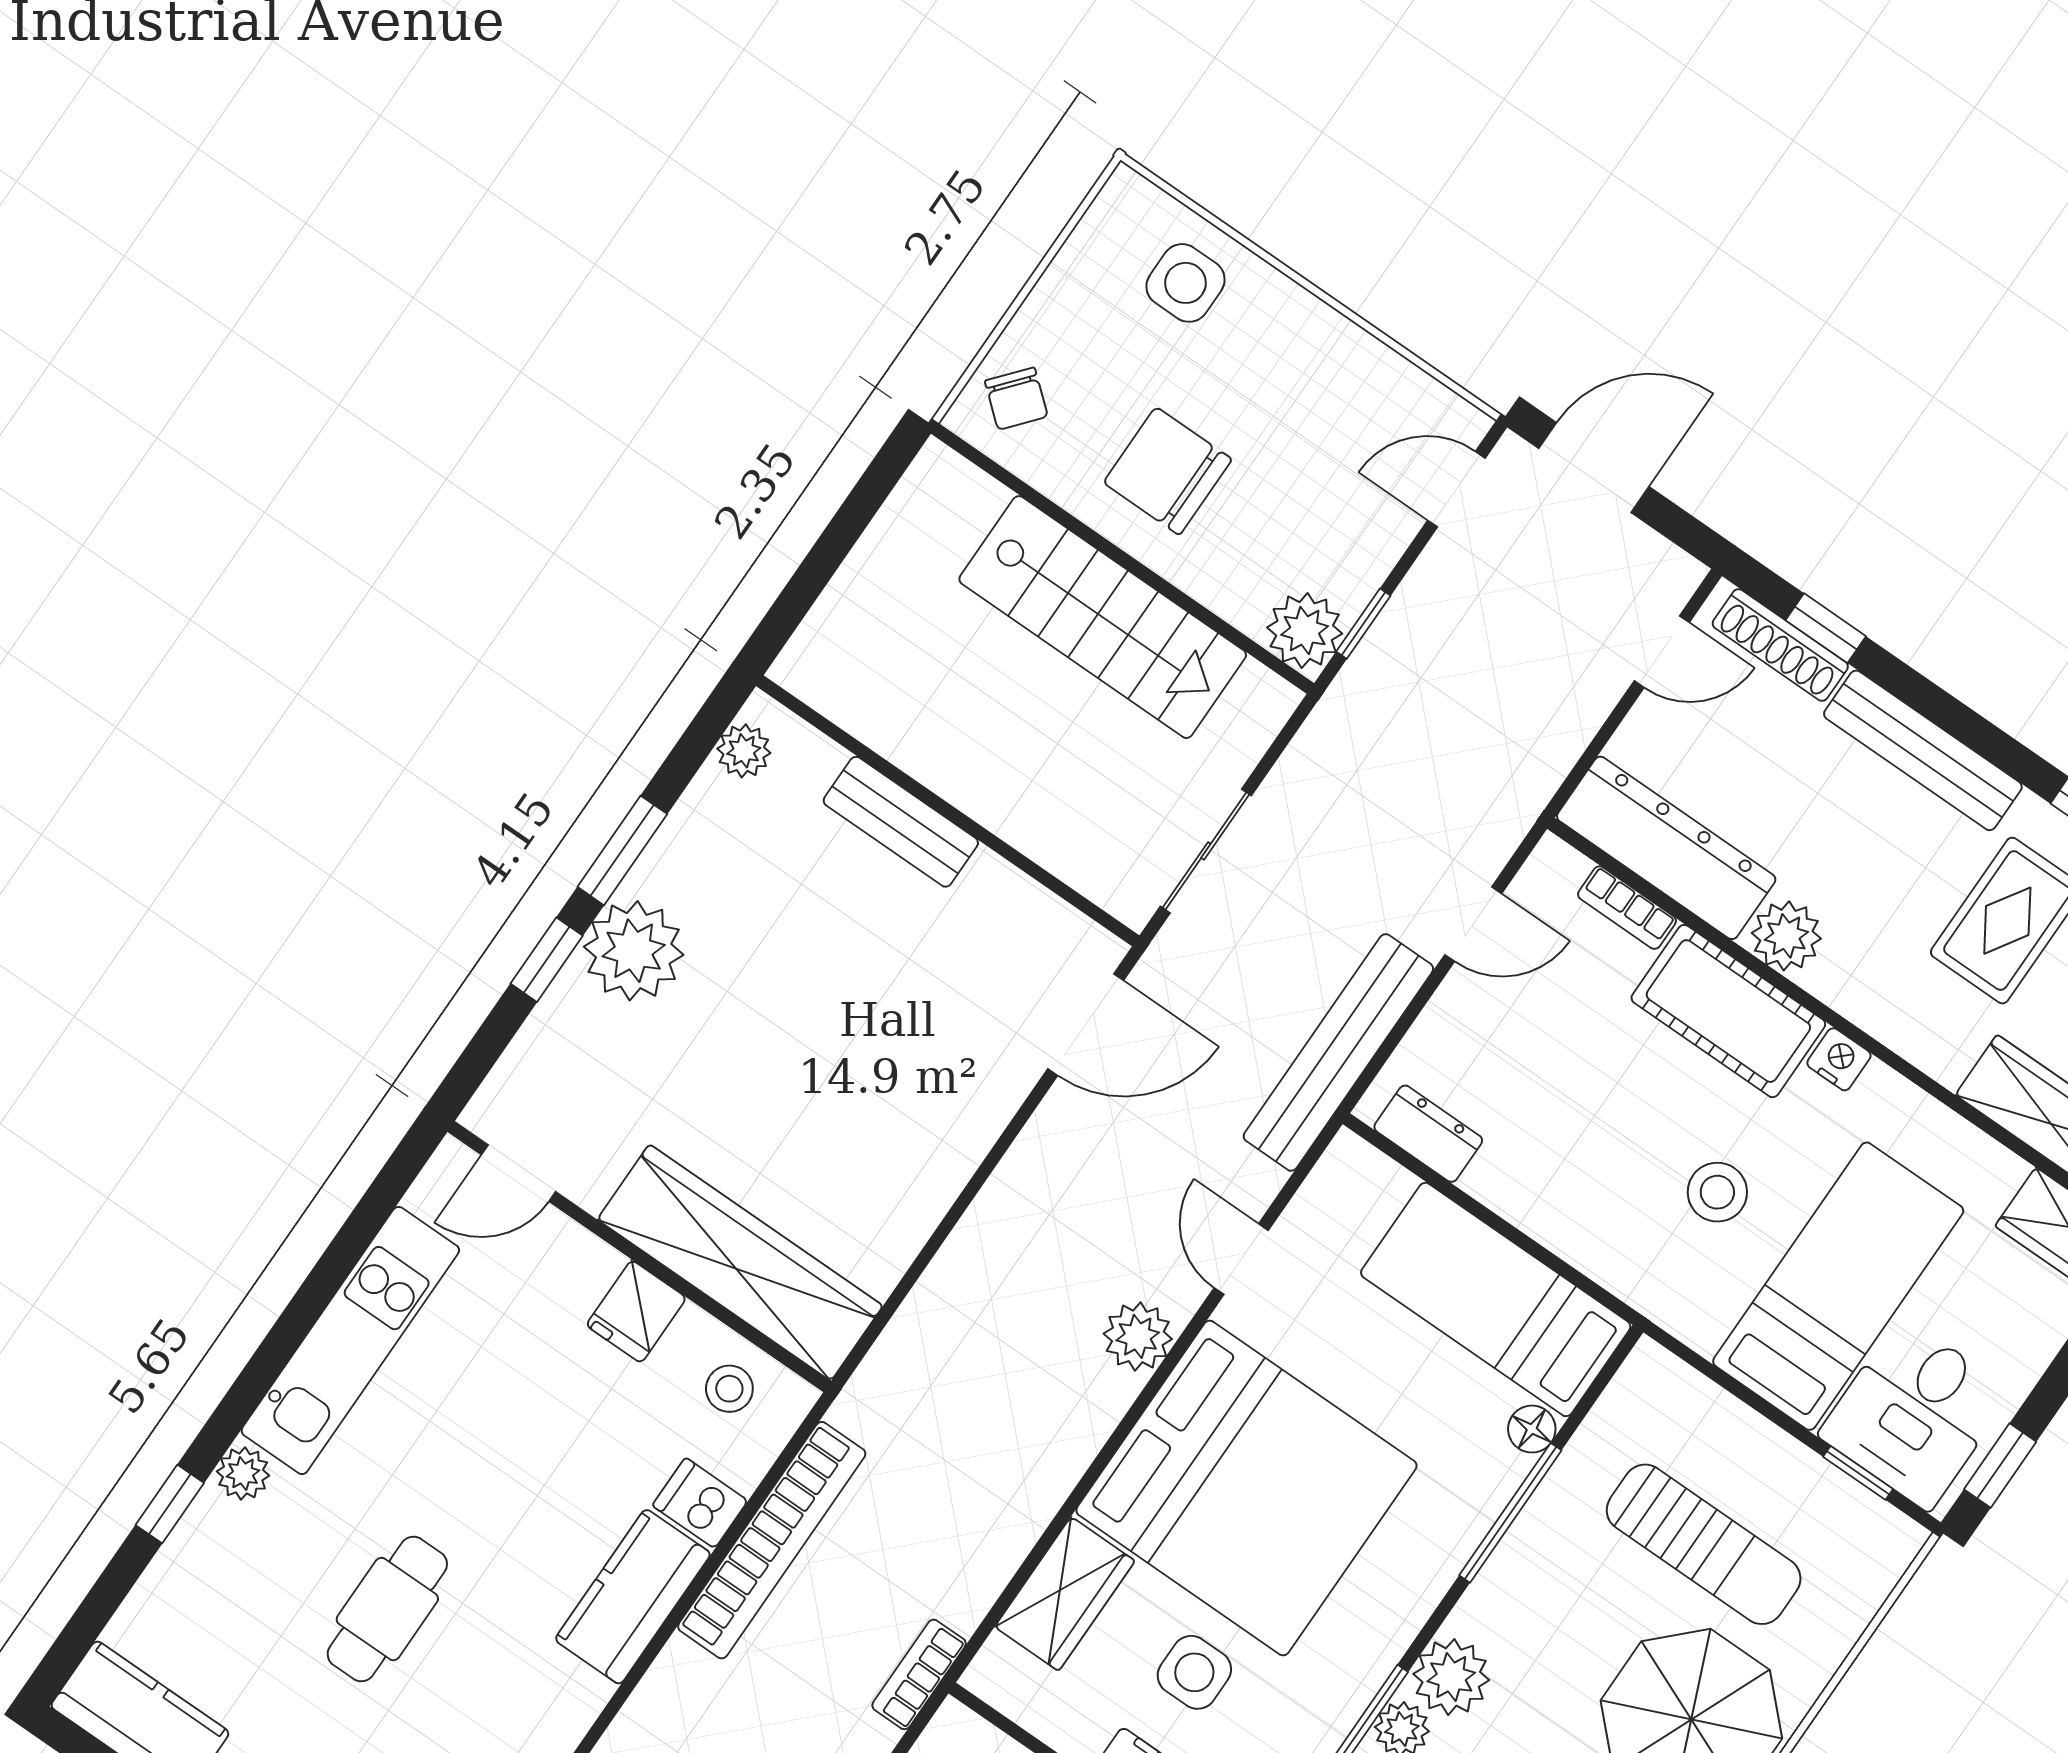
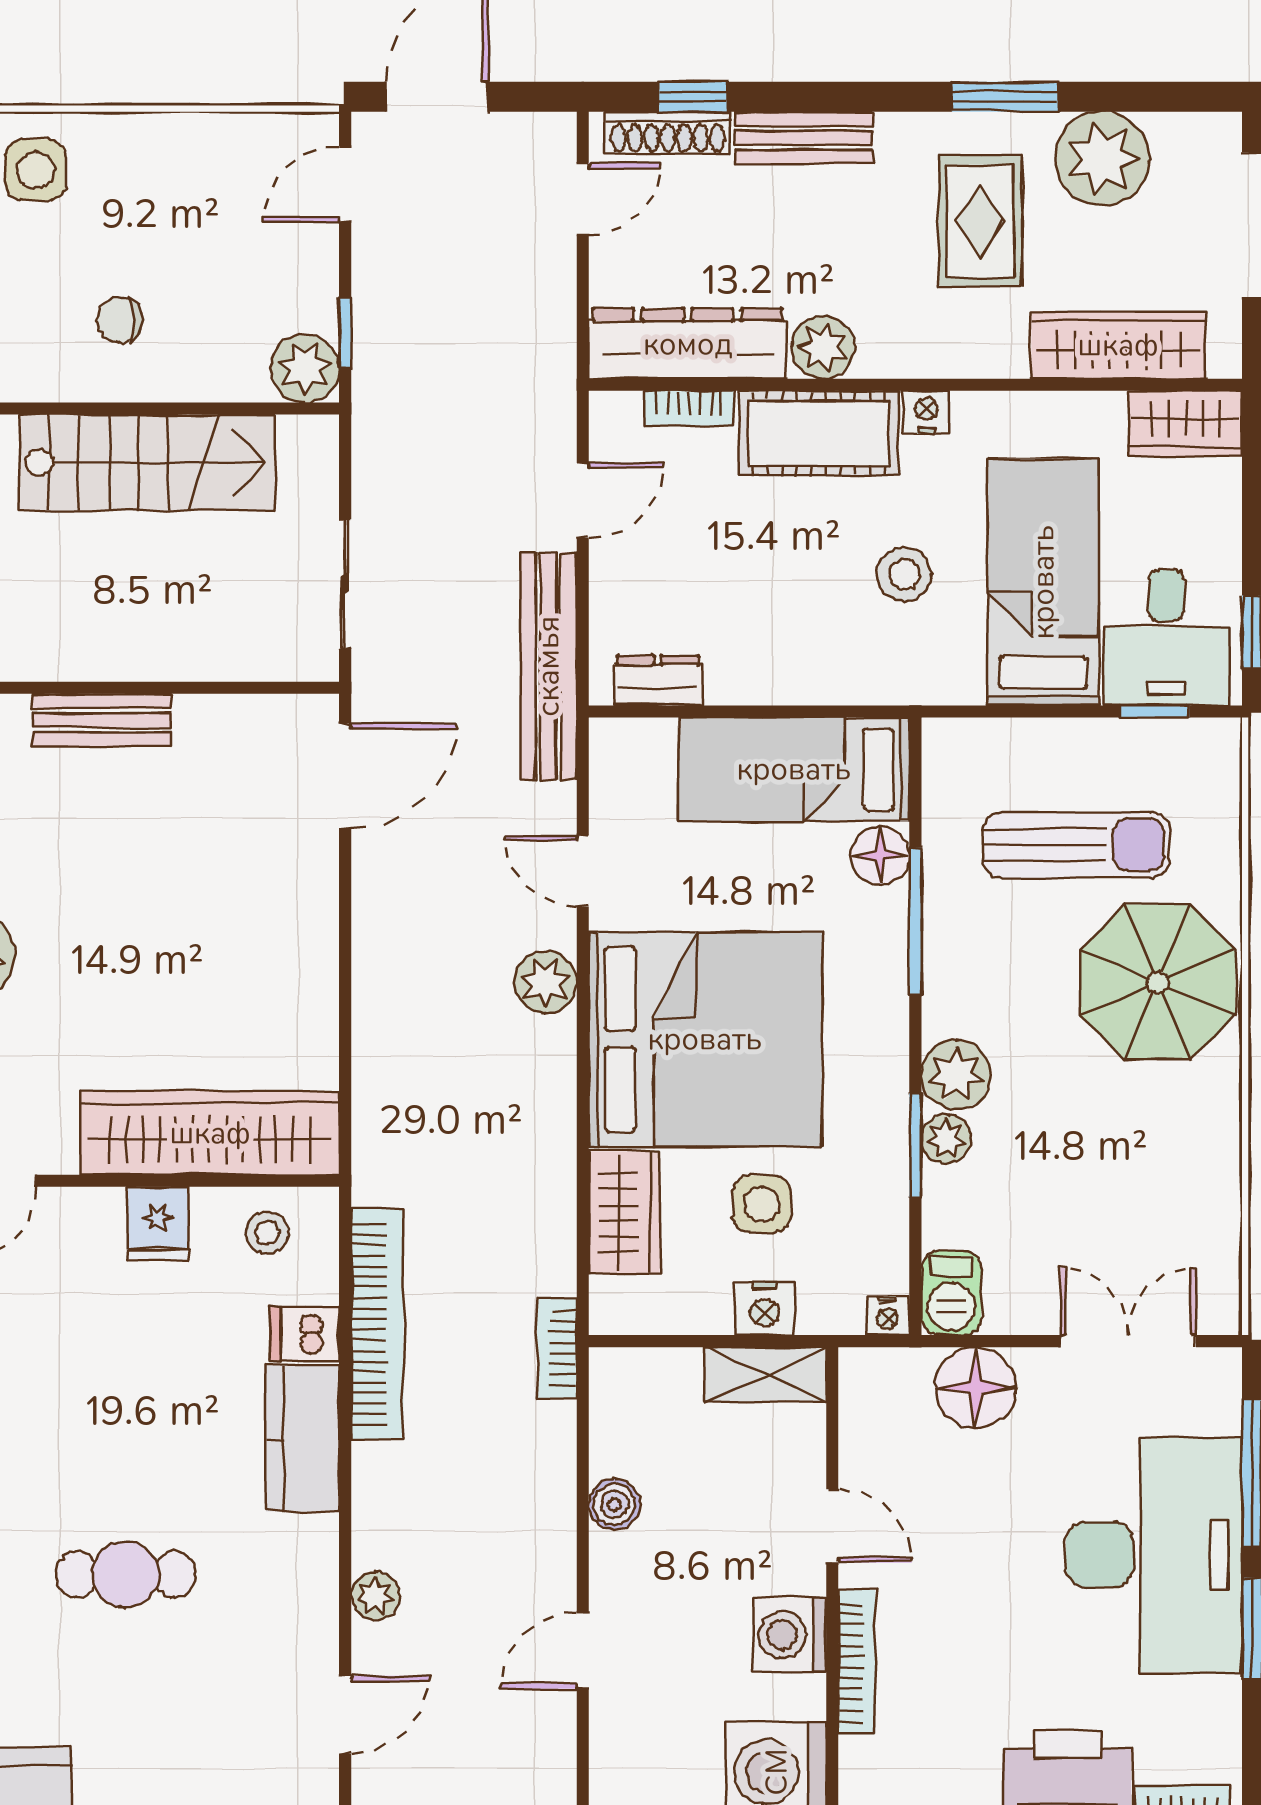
chair: (1168, 471) -> (120, 320), width x0.54, depth x0.54
bench: (1923, 750) -> (804, 138), width x0.73
floor lamp: (1532, 1429) -> (880, 856), width x1.37, depth x1.37
cafe table: (387, 1609) -> (126, 1575), turned 90

